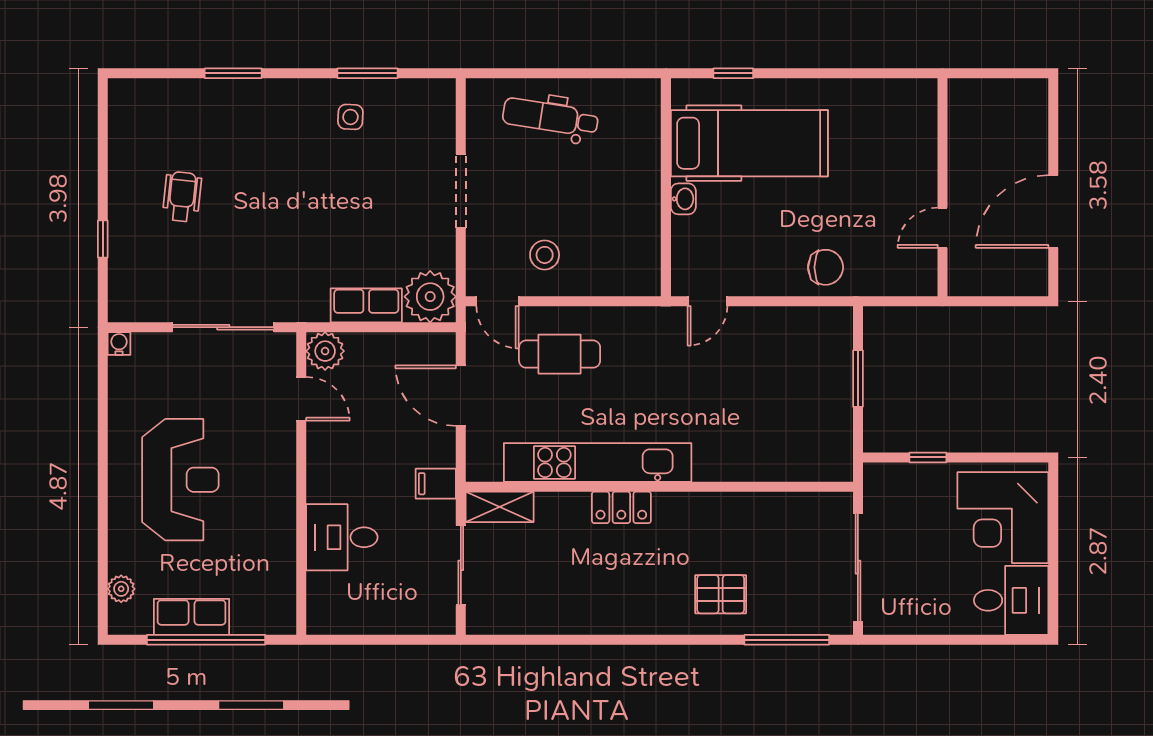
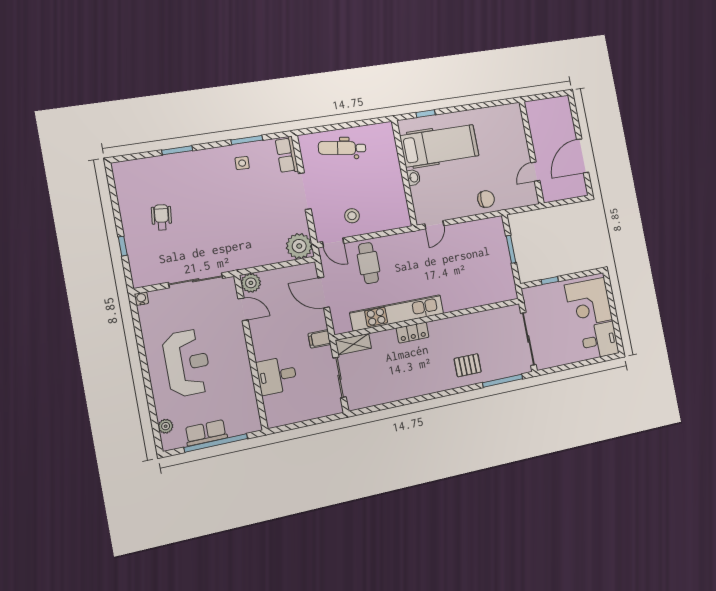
row of seats: (366, 305) -> (287, 155), moved, turned -90
cafe table: (560, 354) -> (368, 263), turned 90

